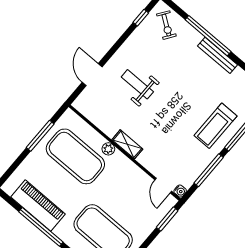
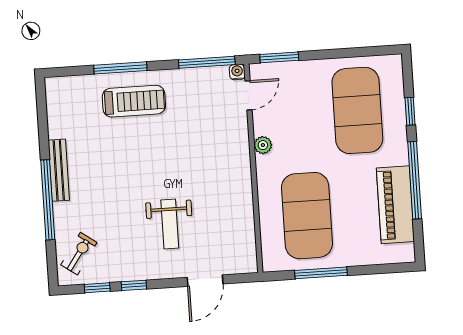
window: (124, 37) -> (134, 285), added
shelving: (127, 144) -> (242, 174), removed
plant: (108, 149) -> (263, 145), moved
window: (209, 170) -> (207, 62), moved

